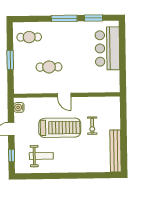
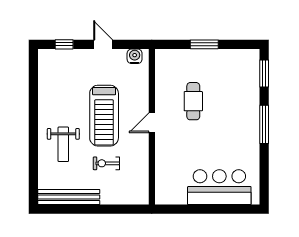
window: (93, 18) -> (264, 73), moved
cafe table: (29, 37) -> (238, 73), removed
weight bench: (41, 156) -> (63, 144), moved

